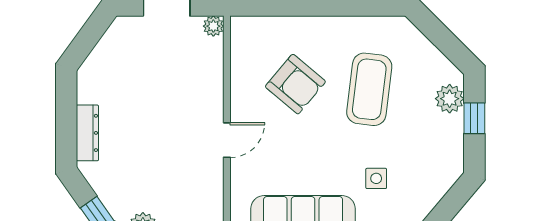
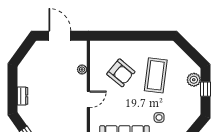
plant: (213, 26) -> (82, 69), moved
dresser: (87, 133) -> (22, 96), width x0.70

